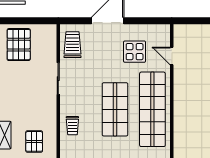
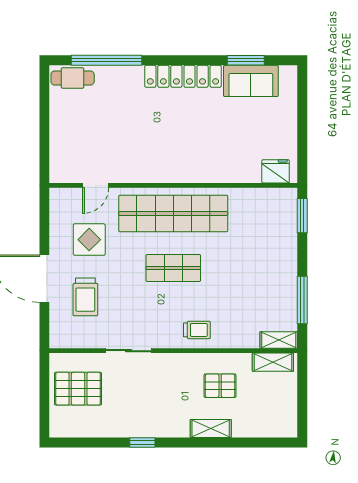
pallet: (19, 45) -> (78, 389), moved
trolley: (72, 45) -> (85, 297), moved, turned -90
shop shelf: (115, 109) -> (173, 268), width x0.70, depth x0.74

